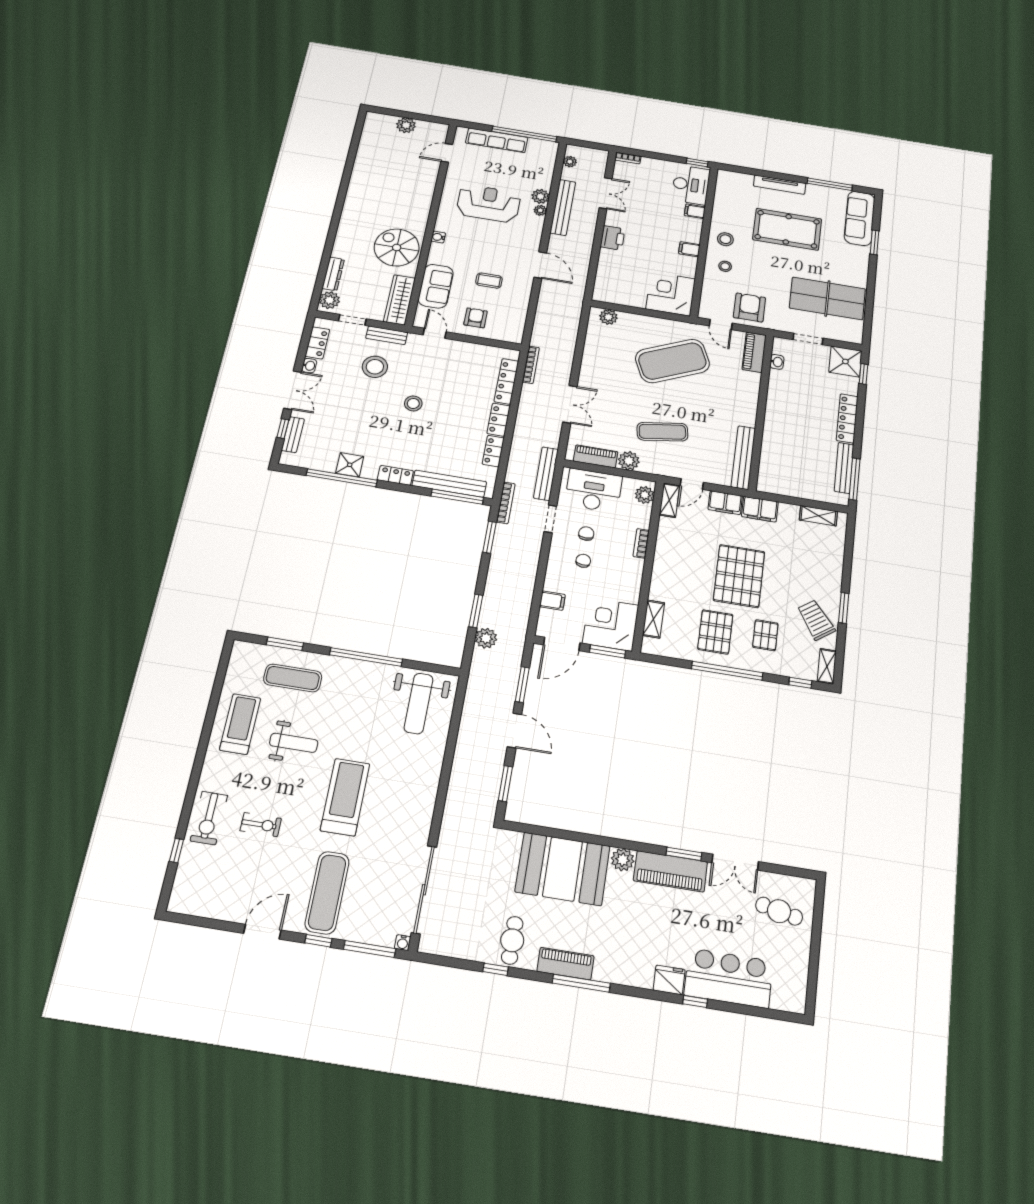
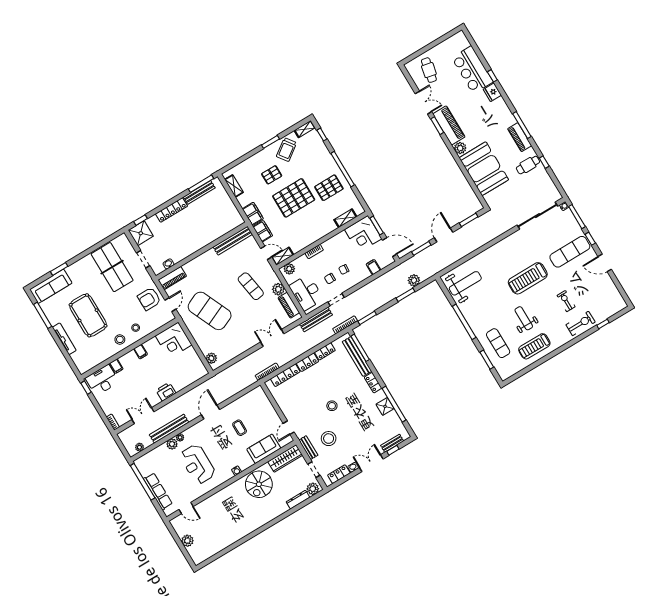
armchair: (476, 318) -> (265, 417), removed
pallet: (765, 635) -> (272, 175), moved

